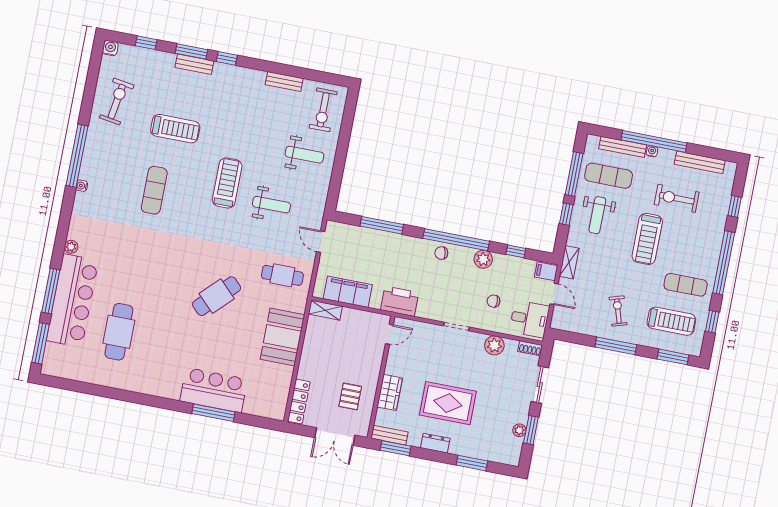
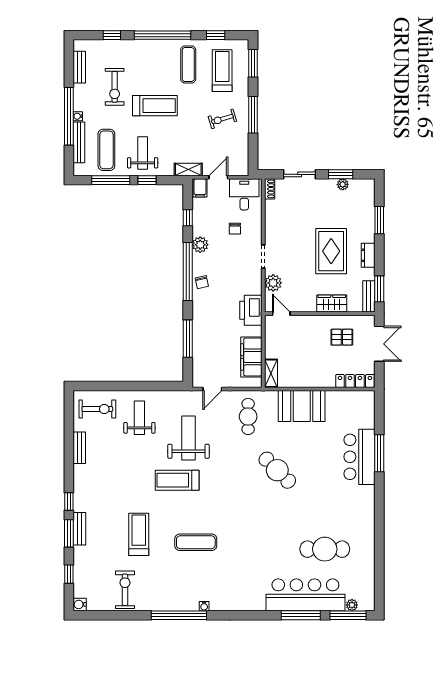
exercise bike: (117, 101) -> (125, 590), turned 81
bench: (700, 162) -> (79, 67), width x0.73
weight bench: (271, 205) -> (189, 438), width x1.36, depth x1.33
weight bench: (597, 215) -> (143, 153), turned -90
plant: (71, 247) -> (352, 605), moved
plant: (494, 345) -> (273, 283), moved

